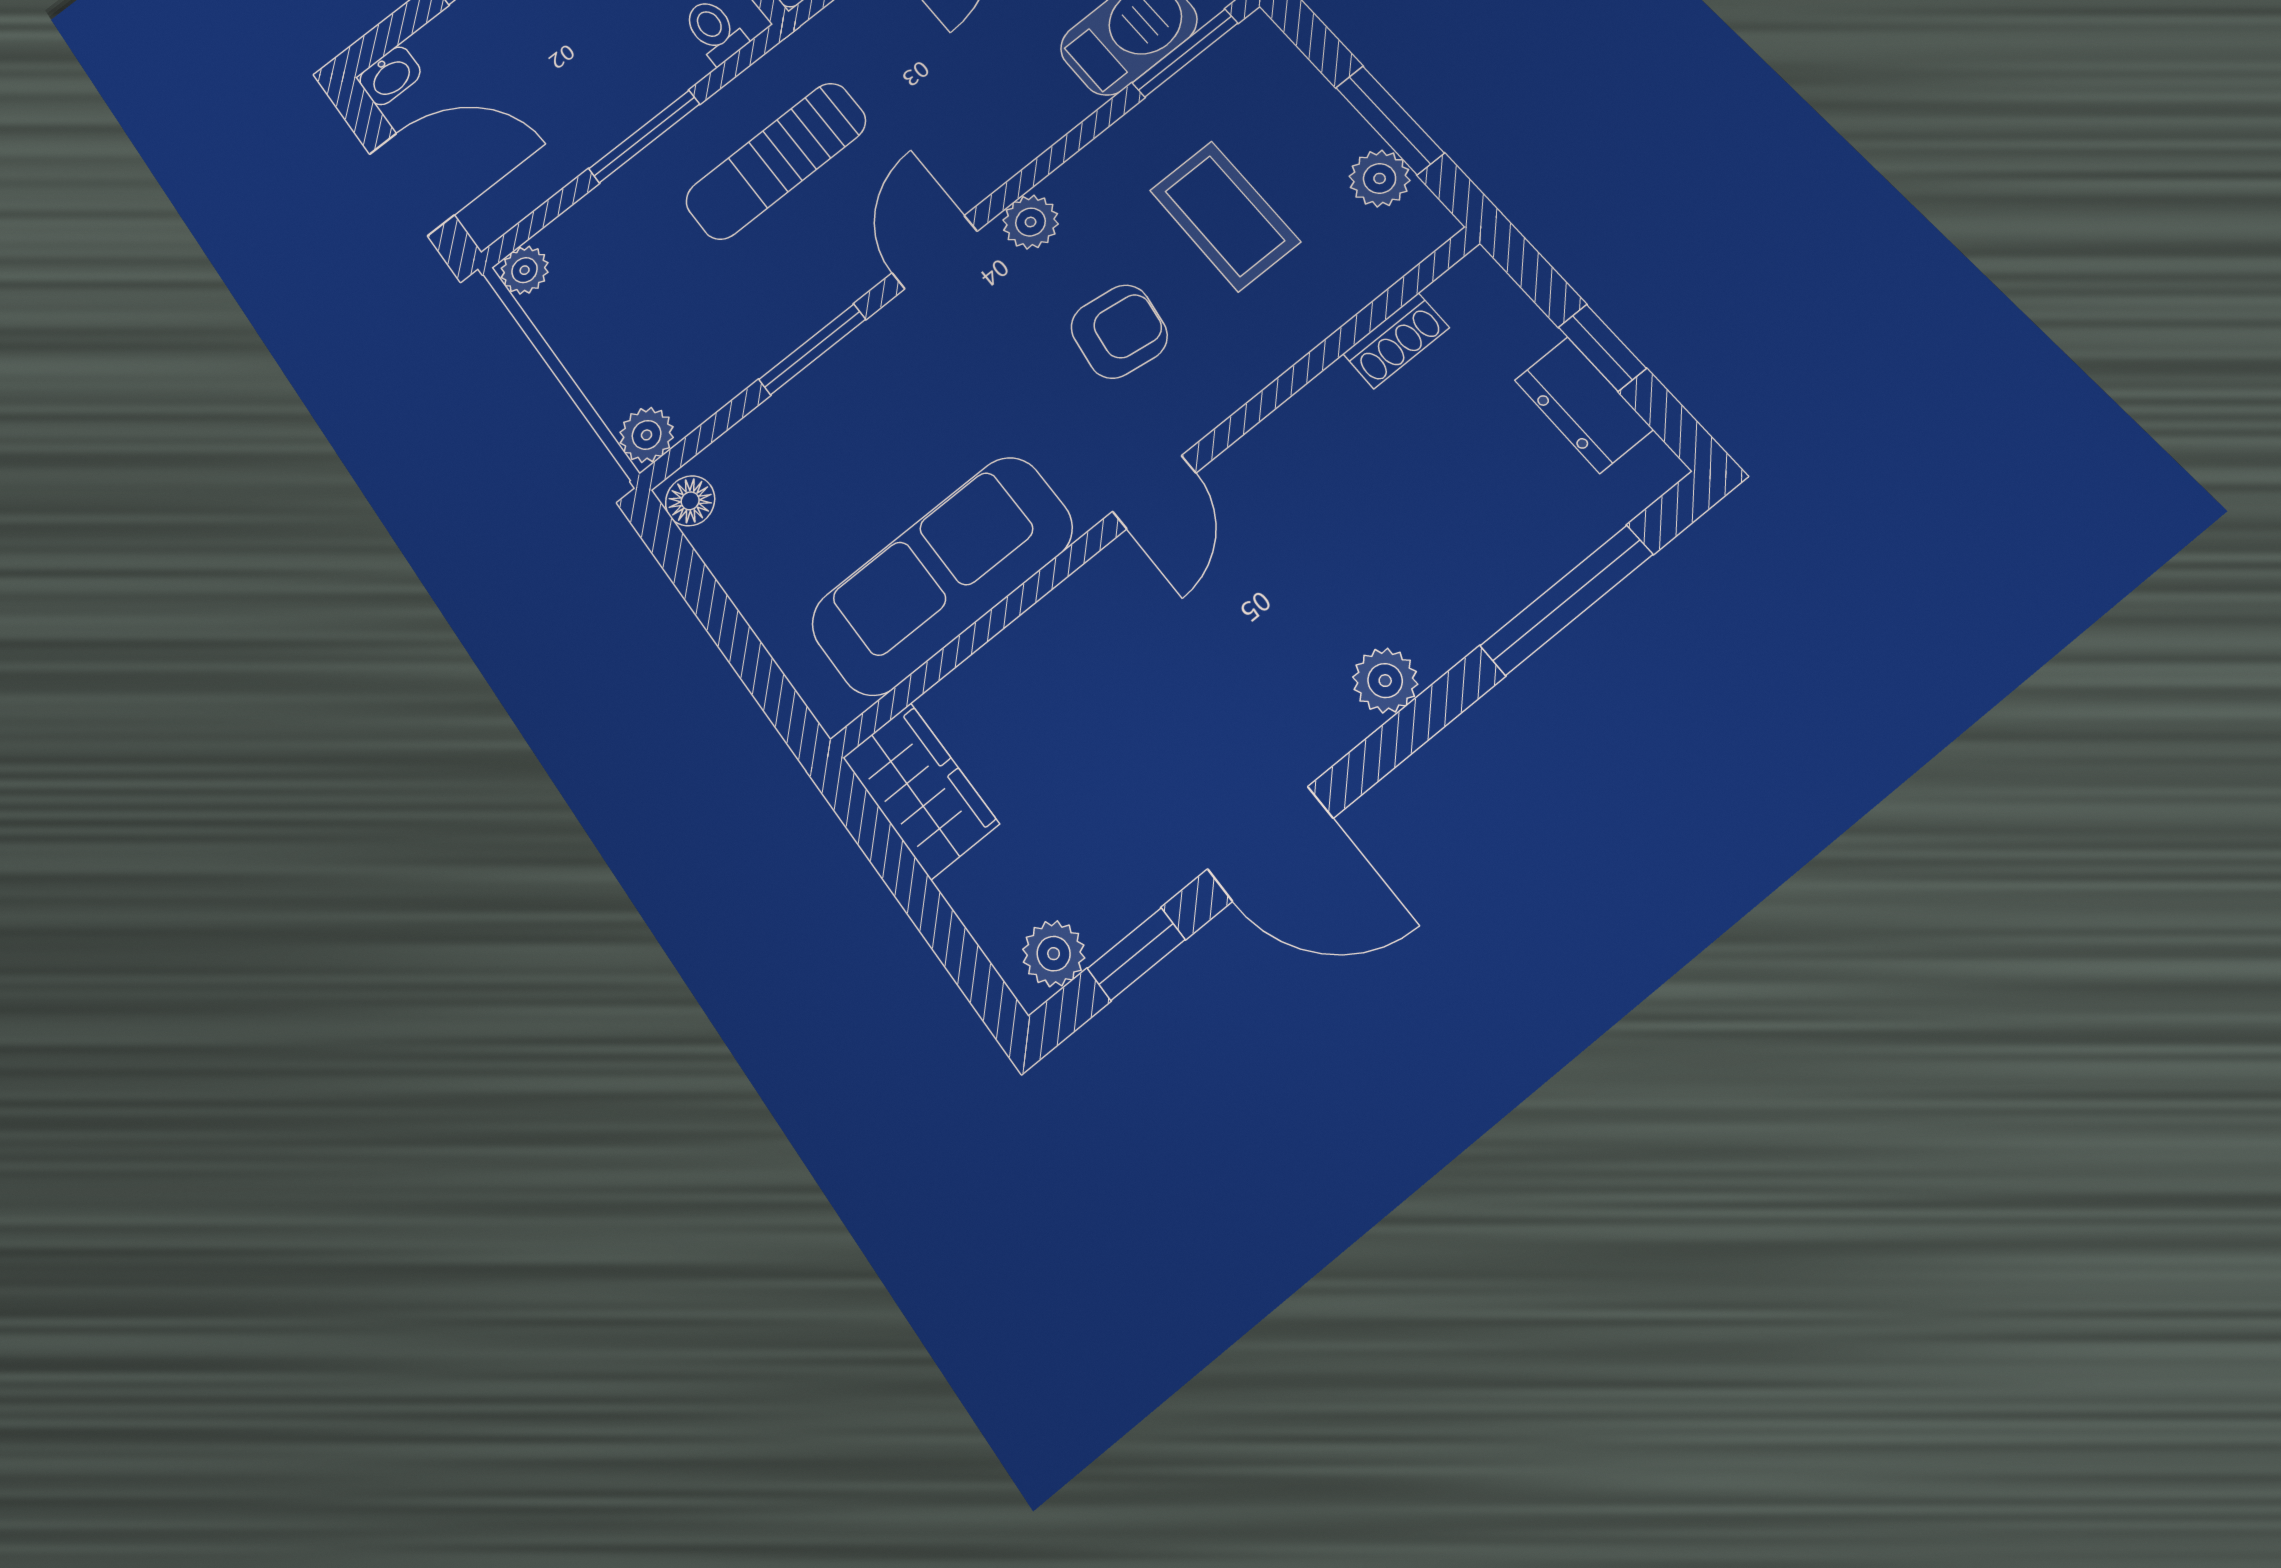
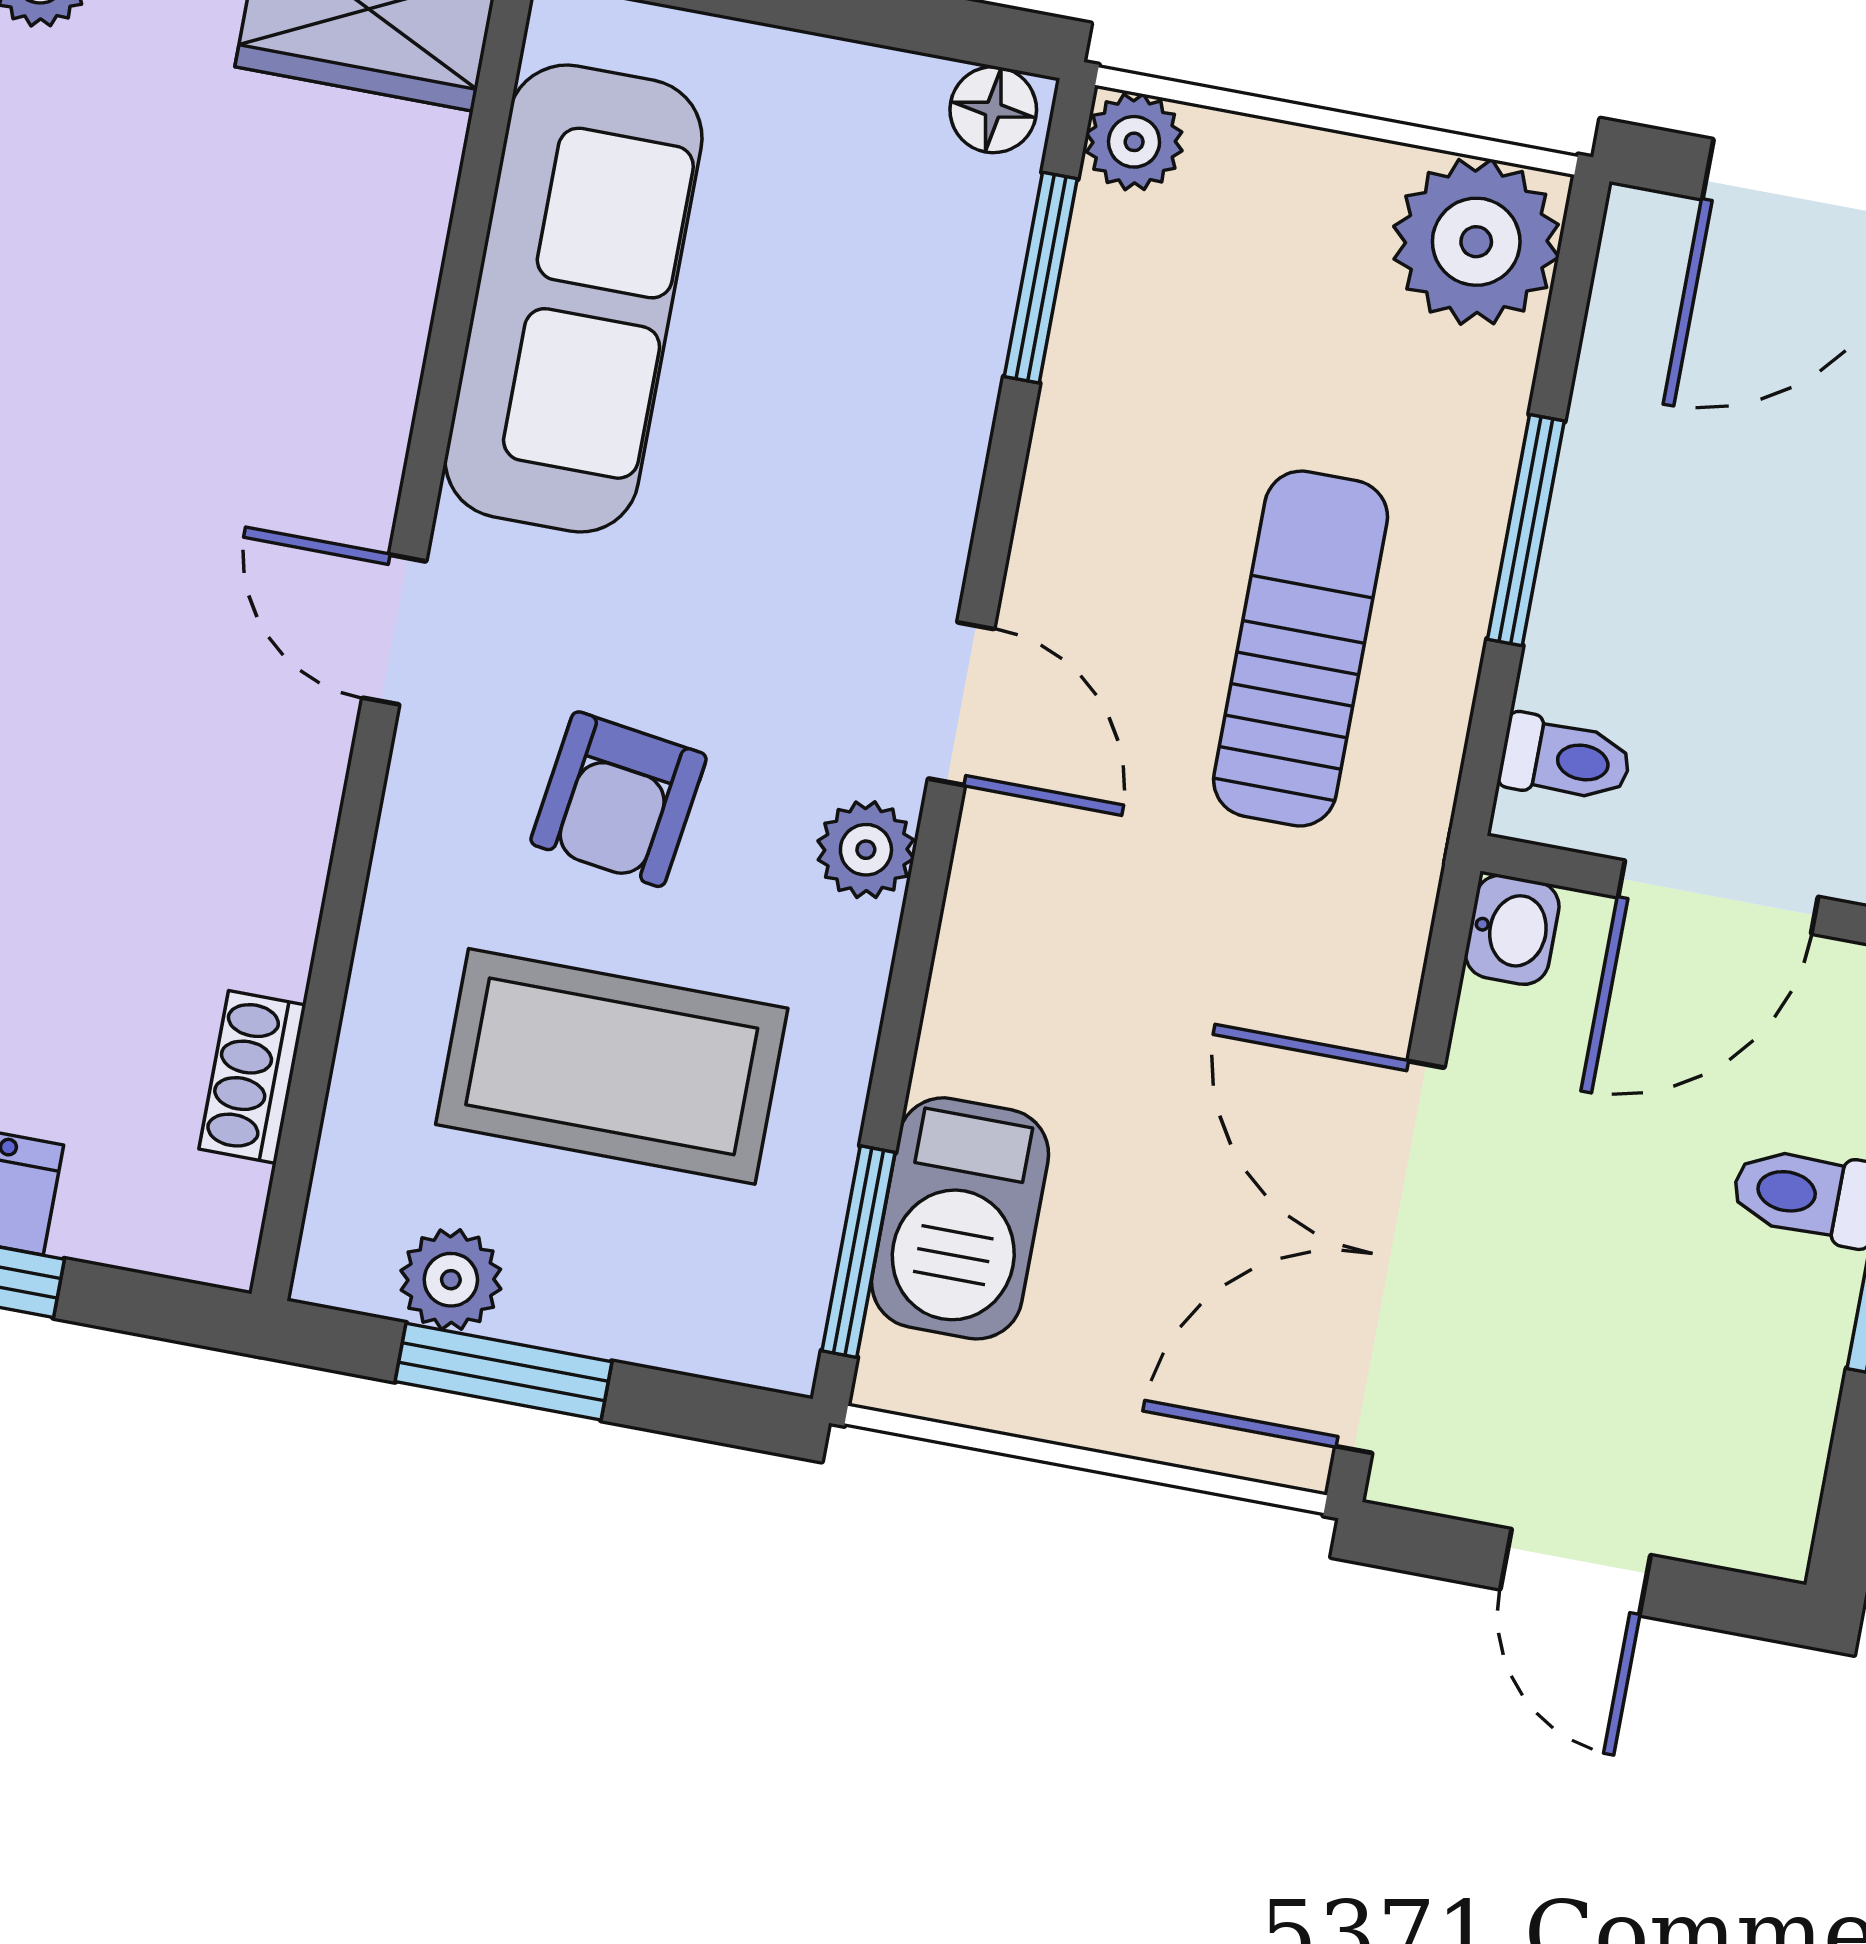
coffee table: (1225, 216) -> (612, 1066), width x1.36, depth x1.32
plant: (525, 270) -> (1476, 242), width x1.87, depth x1.87
window: (812, 349) -> (1041, 278), moved

